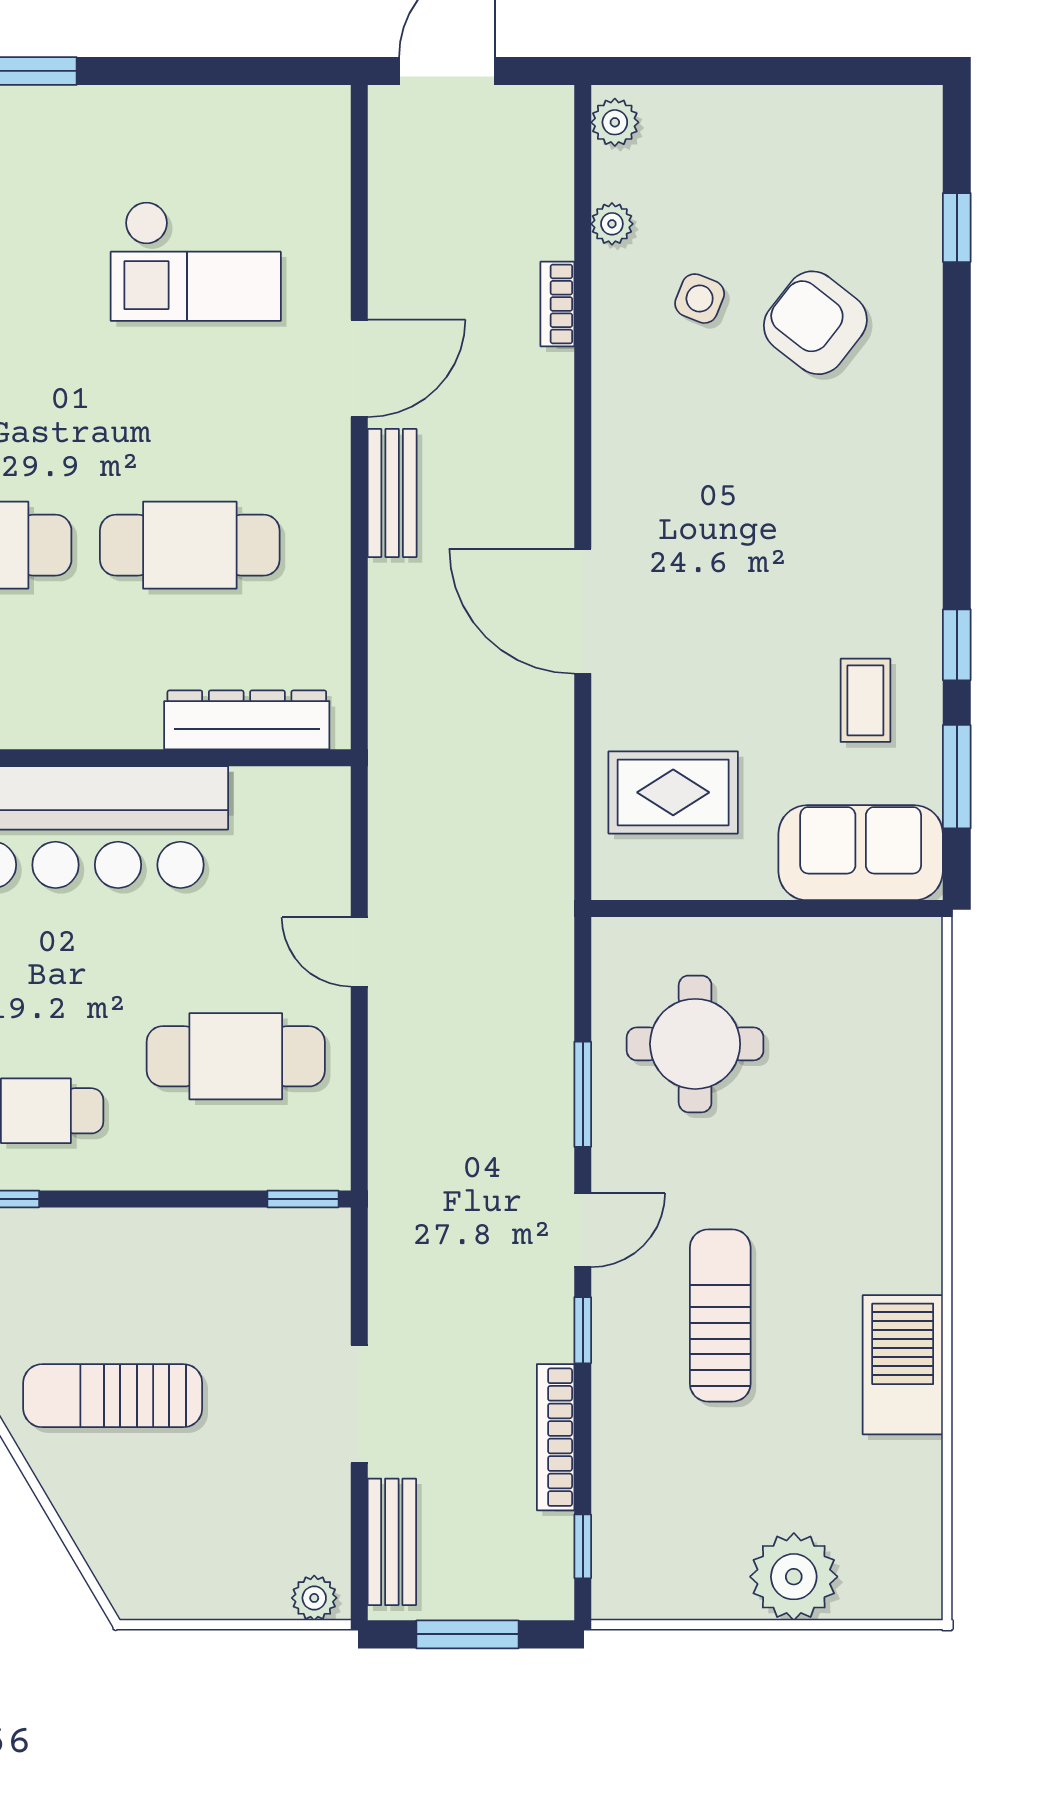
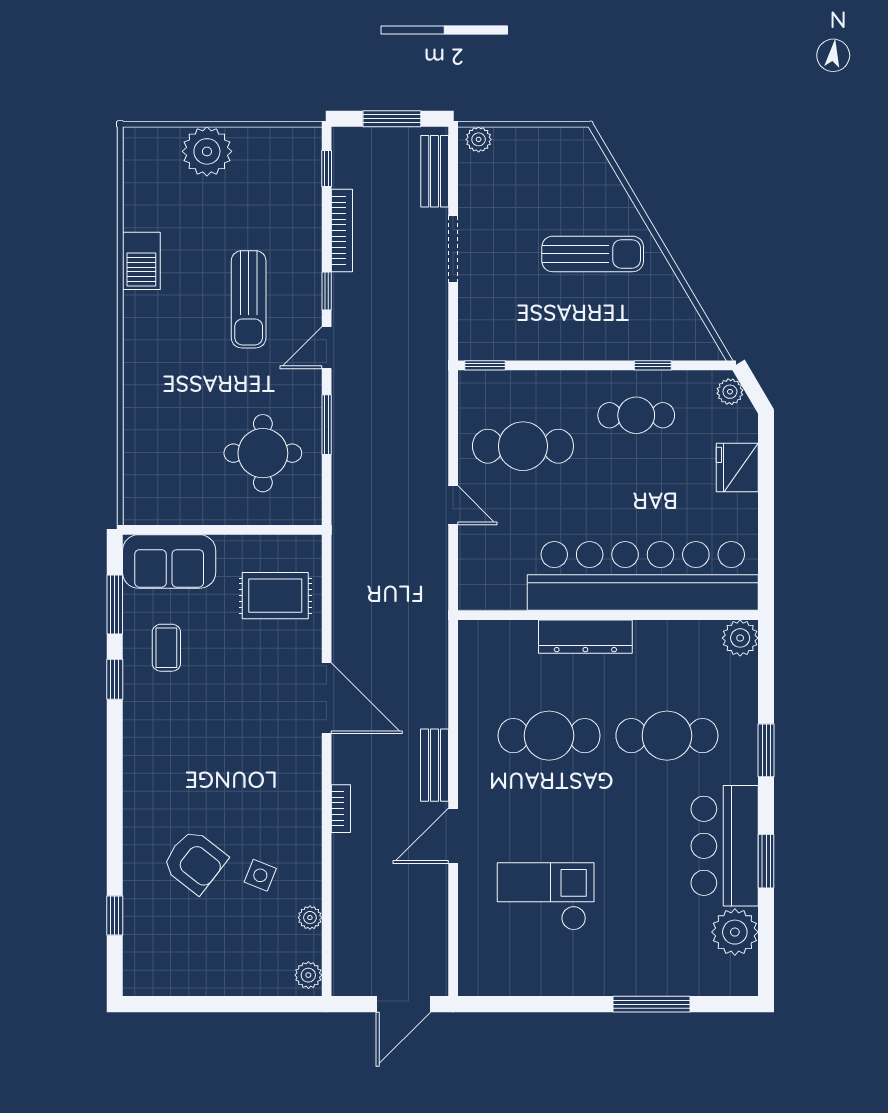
bookcase: (557, 304) -> (341, 809), moved
dresser: (247, 720) -> (585, 637), moved
barbecue: (903, 1365) -> (141, 261), width x0.73, depth x0.83

